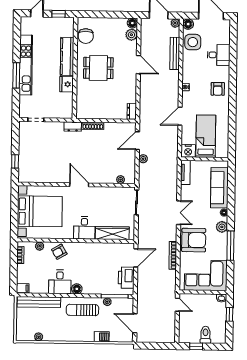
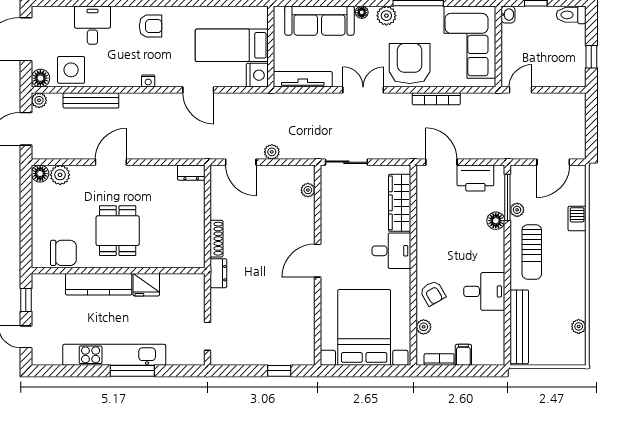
tv unit: (185, 172) -> (303, 79), width x1.41
filing cabinet: (23, 288) -> (463, 355), moved
floor lamp: (77, 289) -> (496, 221), moved
toilet: (205, 335) -> (571, 15), moved

